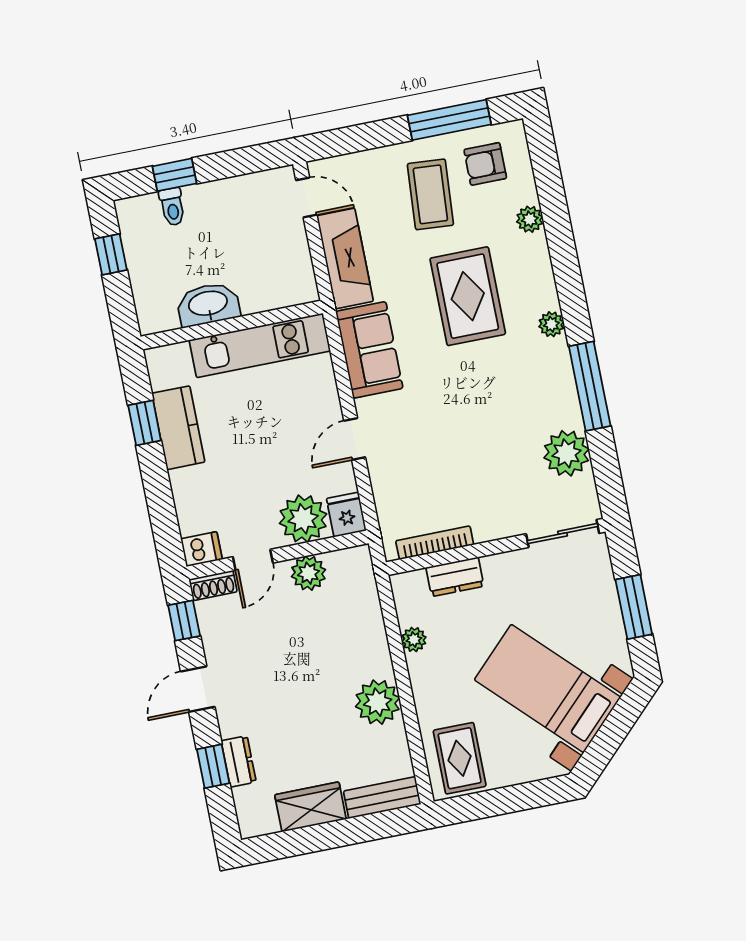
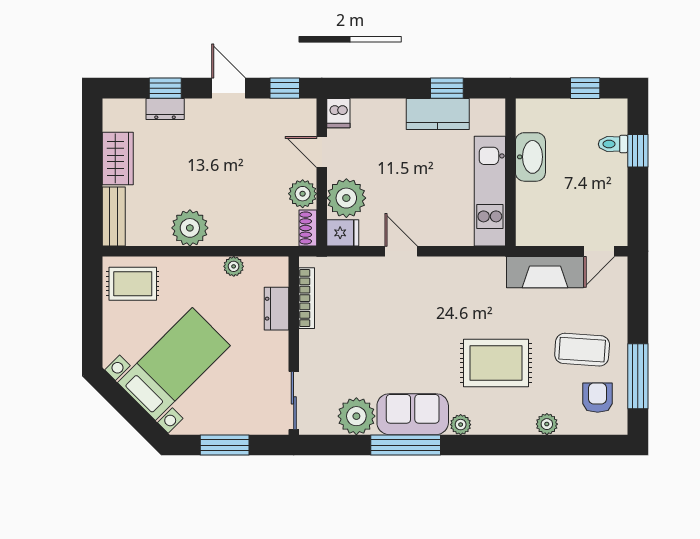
sofa: (369, 350) -> (413, 414), moved, turned 180
shoe rack: (213, 585) -> (308, 228), moved

